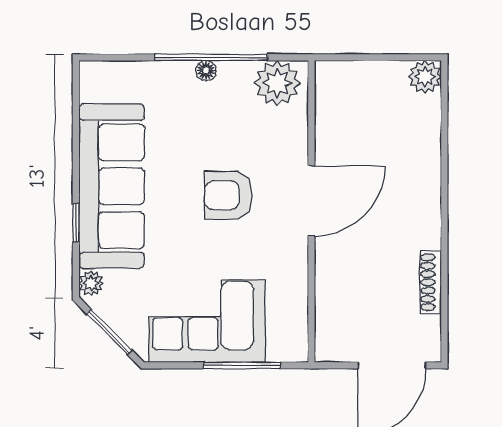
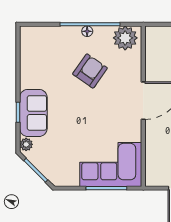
sofa: (112, 186) -> (33, 113), width x0.54, depth x0.79
armchair: (229, 195) -> (90, 71), moved, turned 125
corner sofa: (207, 321) -> (111, 164), moved

